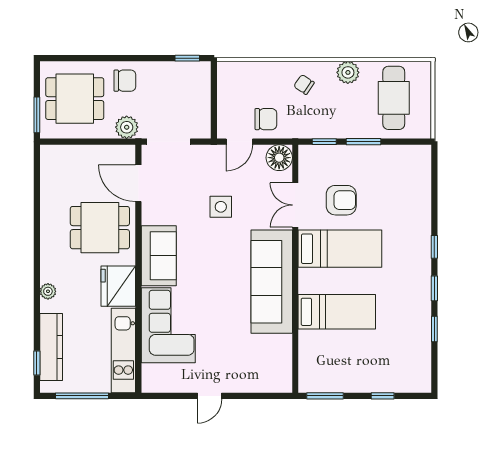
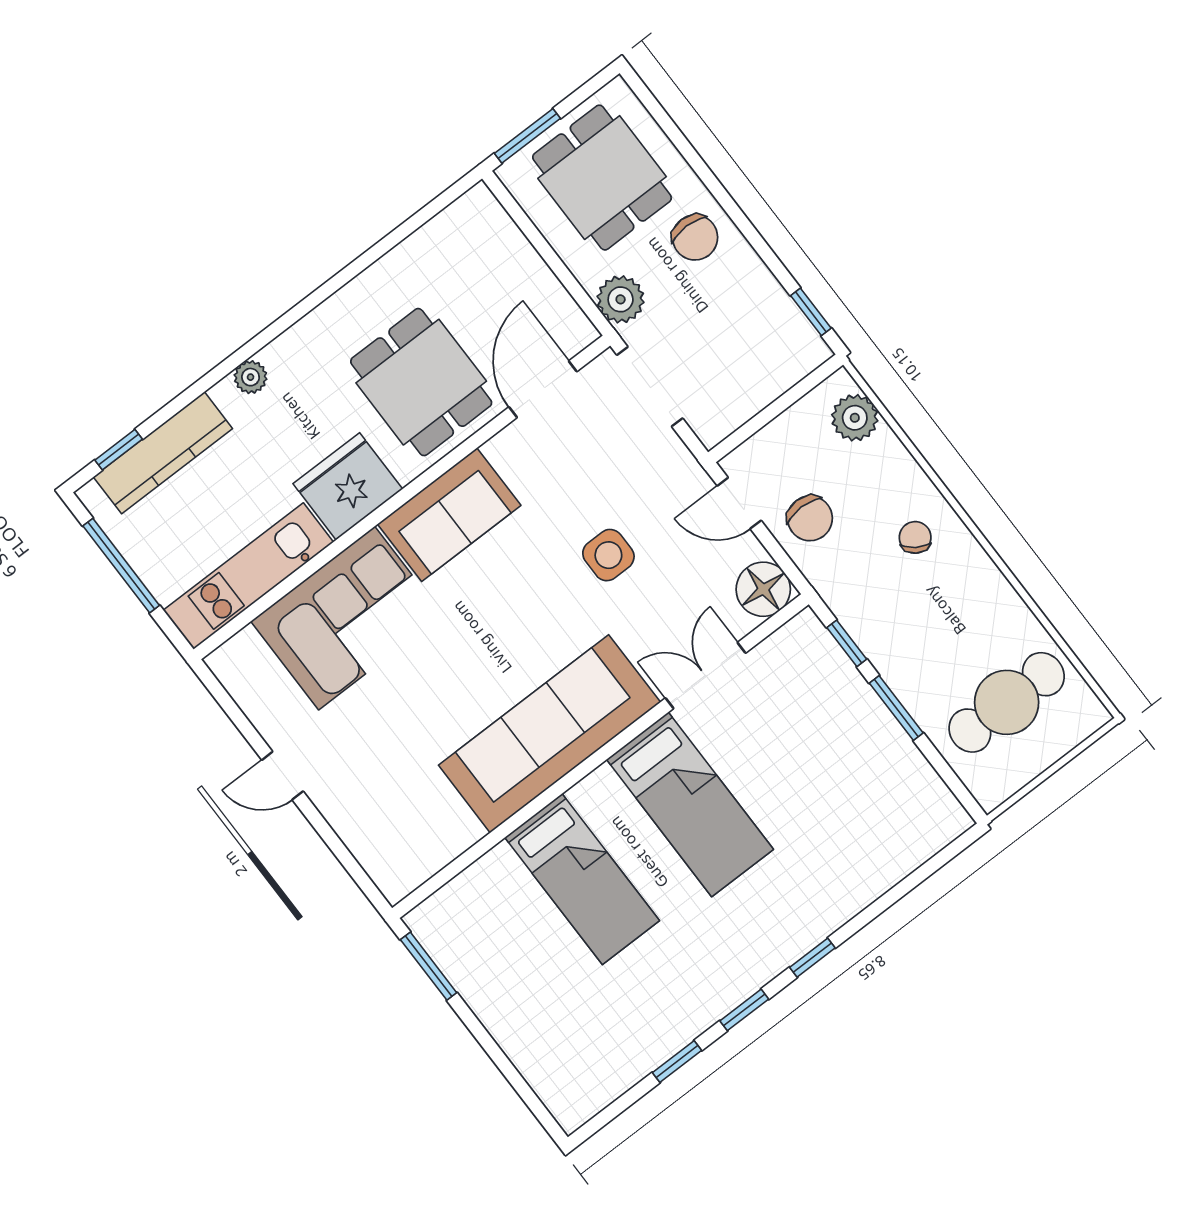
plant: (348, 72) -> (855, 418), moved
armchair: (341, 200) -> (772, 745), removed
window: (383, 396) -> (501, 1061), removed

